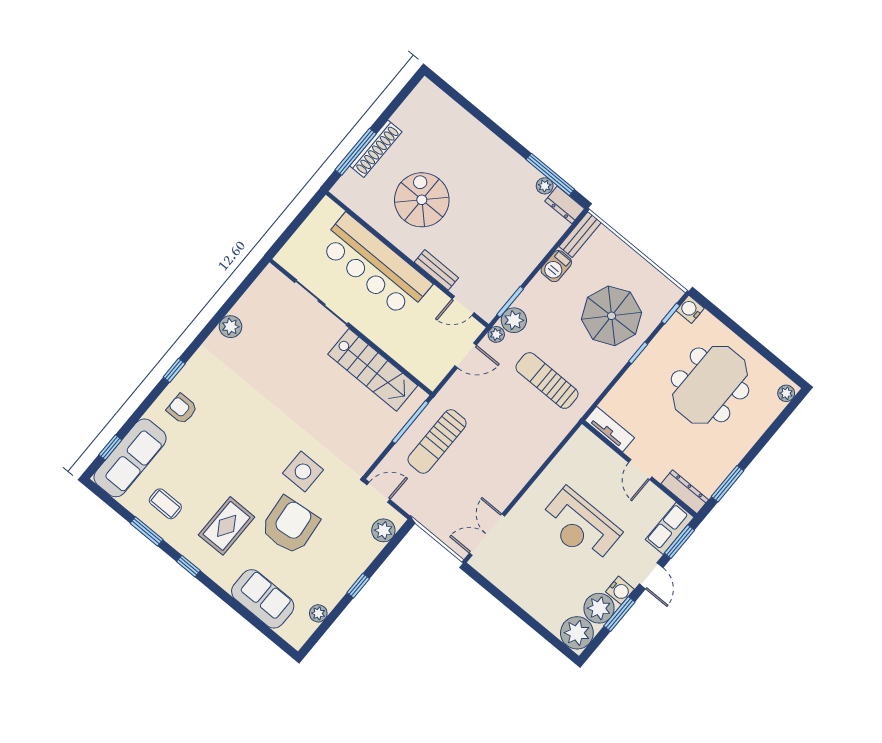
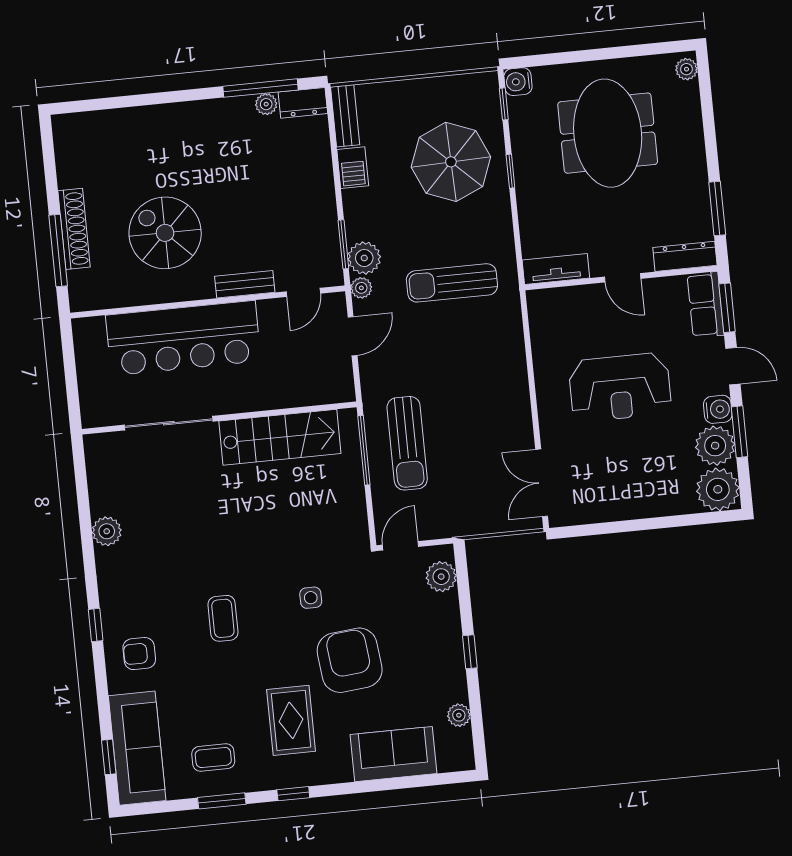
coffee table: (245, 435) -> (223, 618), added
side table: (303, 471) -> (311, 598), width x0.54, depth x0.54

